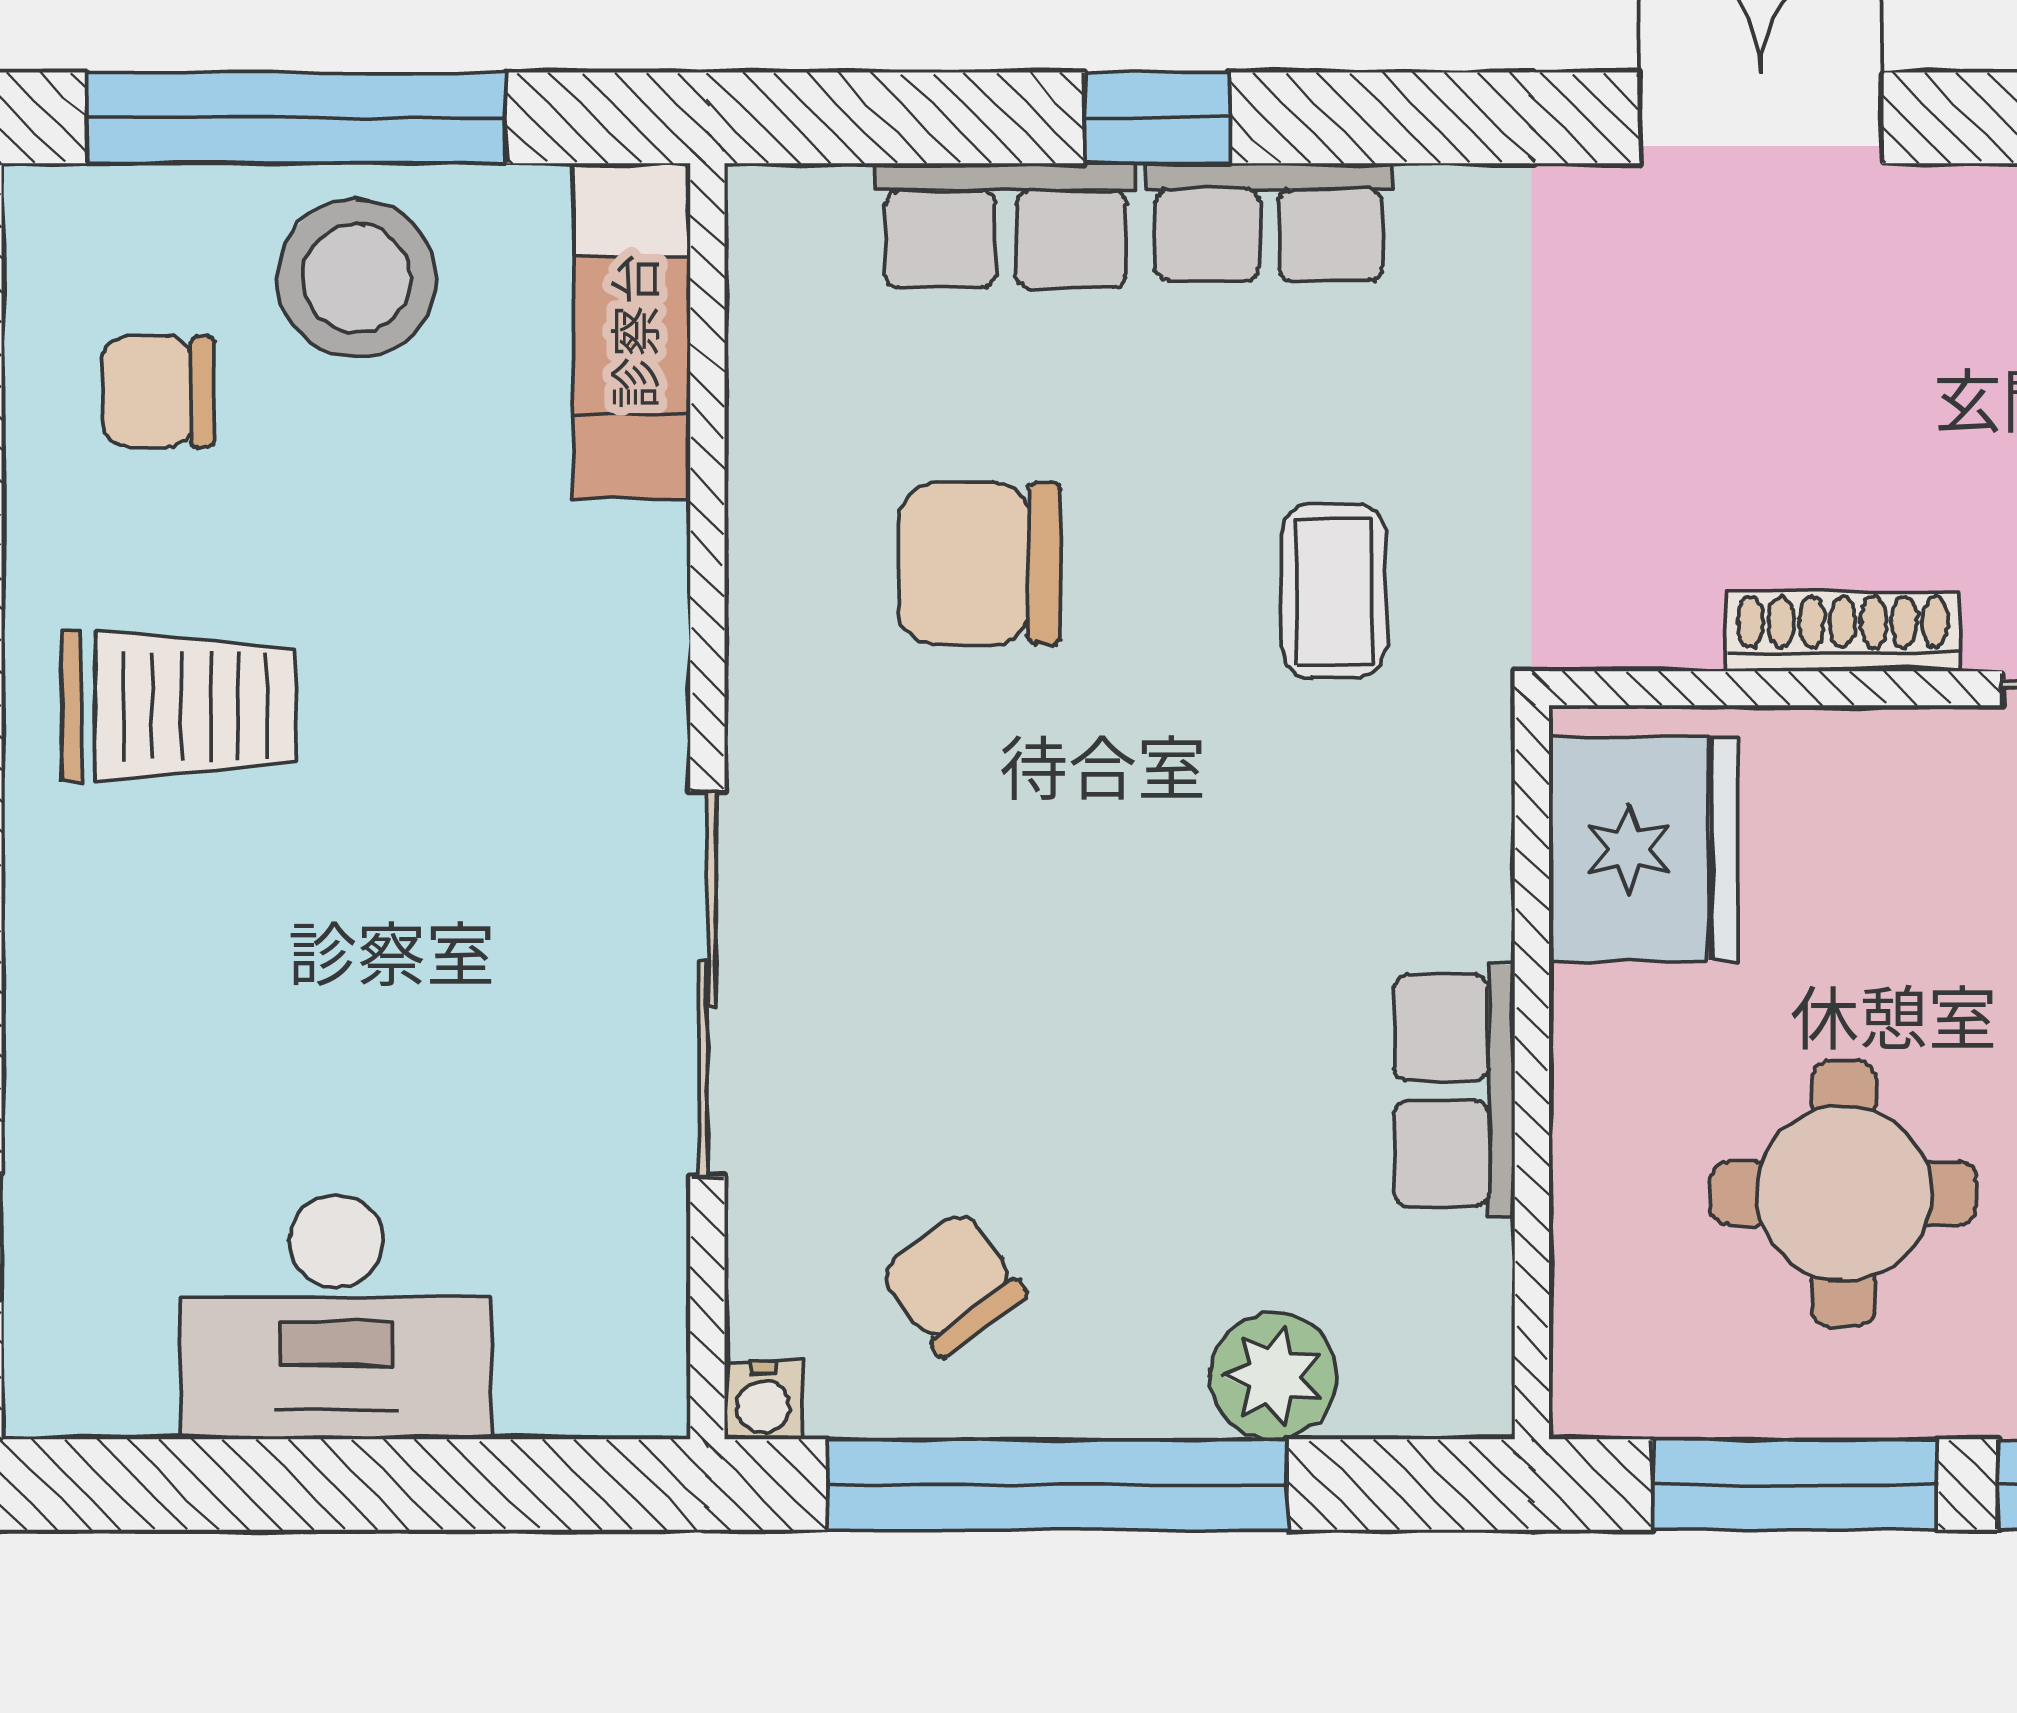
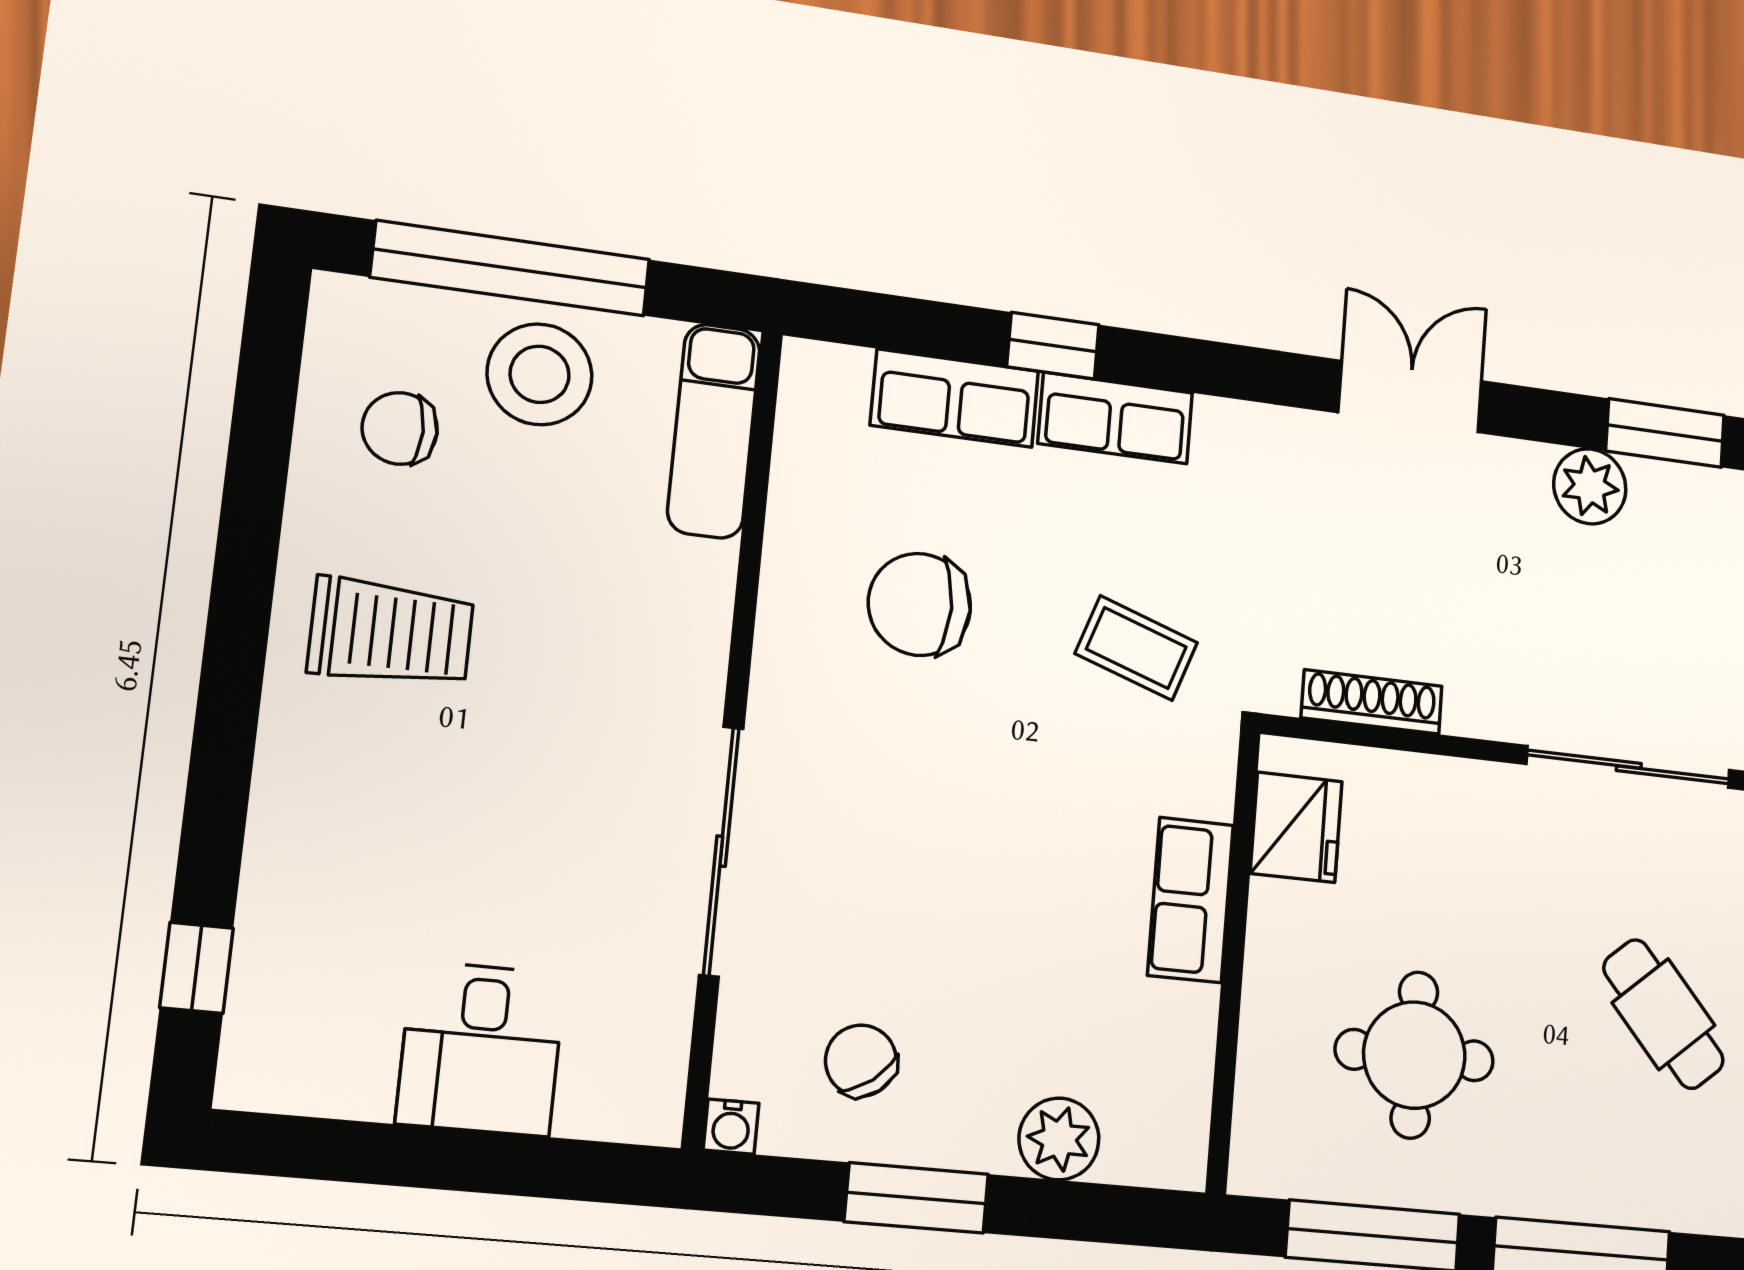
coffee table: (1334, 591) -> (1136, 648), turned -71
shoe rack: (1843, 631) -> (1372, 702), moved
fridge: (1644, 849) -> (1296, 827), width x0.73, depth x0.75
row of seats: (1455, 1091) -> (1191, 900), moved
desk: (336, 1317) -> (481, 1049), width x0.73
window: (1058, 1485) -> (916, 1198), width x0.47

